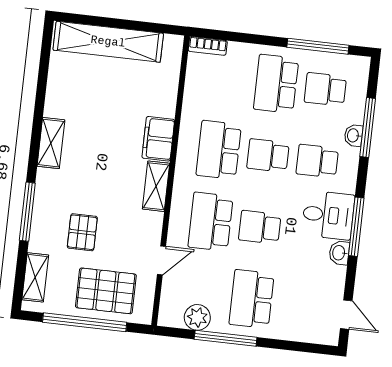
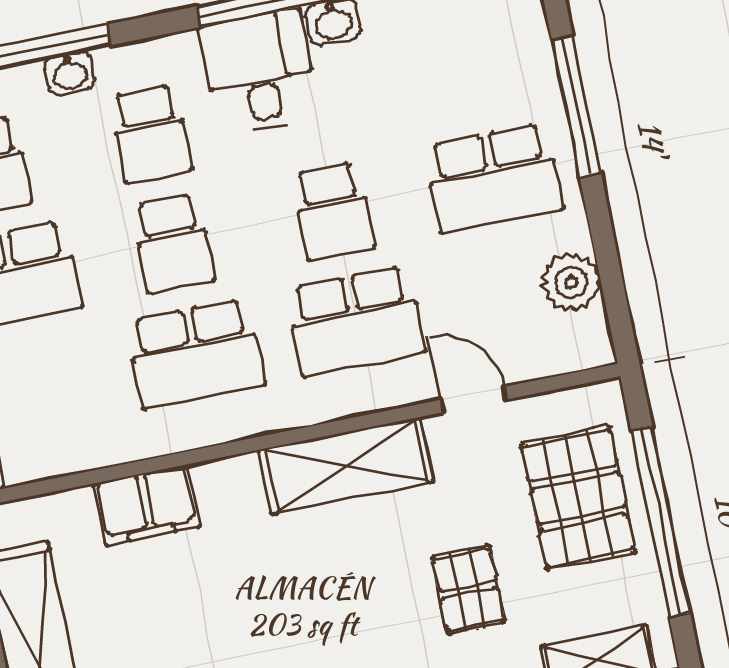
filing cabinet: (158, 139) -> (146, 505), moved
shelving: (156, 186) -> (346, 466), width x1.50, depth x1.33
pallet: (82, 232) -> (468, 590), turned 90
window: (226, 338) -> (576, 106), moved

